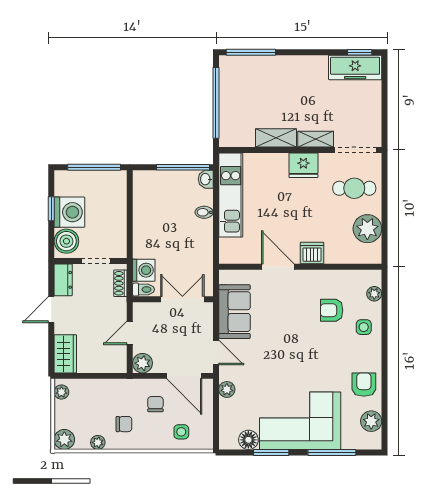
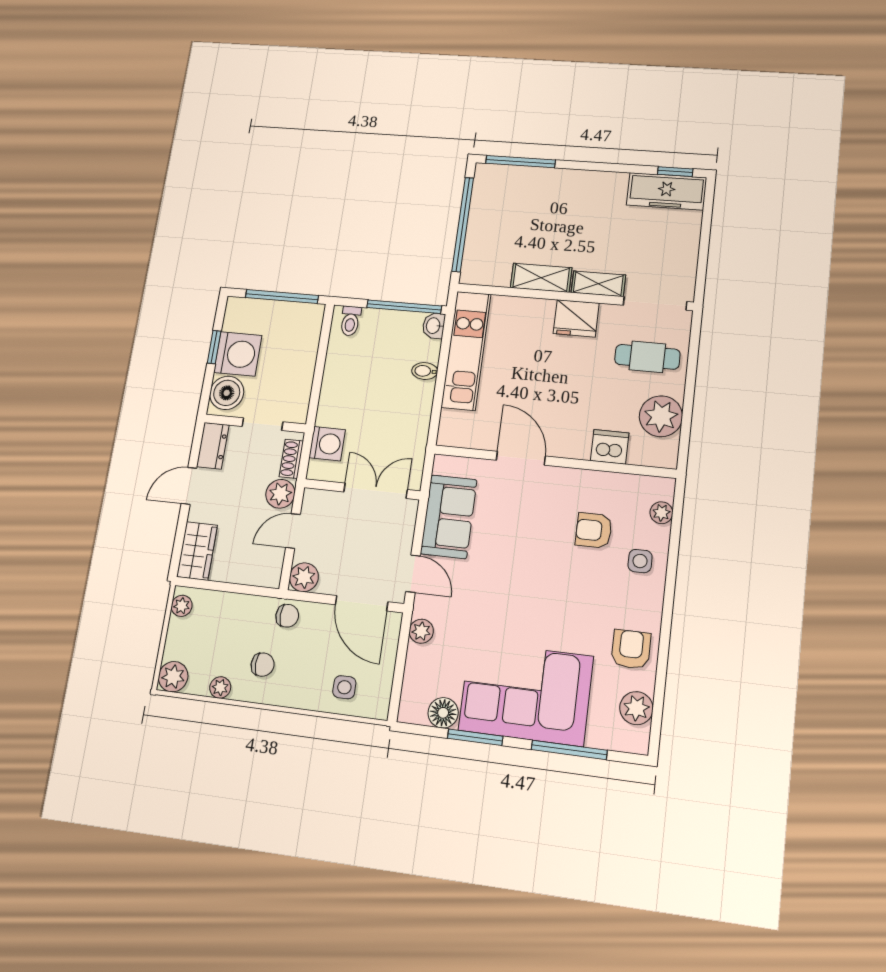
dishwasher: (312, 253) -> (610, 447), moved
toilet: (143, 289) -> (350, 321), moved, turned 90
plant: (117, 308) -> (280, 494), added
chair: (155, 404) -> (287, 616), moved, turned 90

